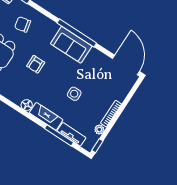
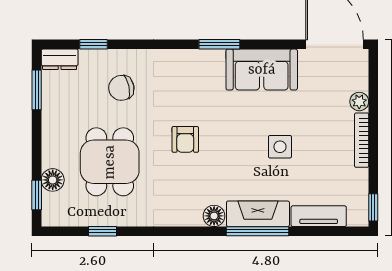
window: (77, 33) -> (219, 44), width x0.47
sofa: (71, 45) -> (262, 70), moved
plant: (99, 130) -> (359, 102), moved
window: (59, 135) -> (258, 231), moved

